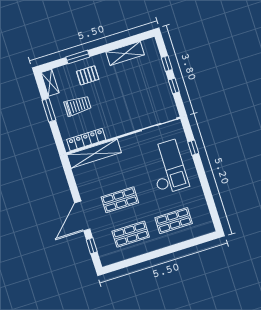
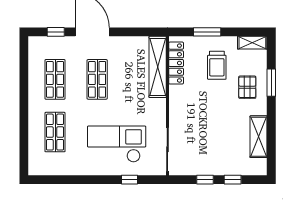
window: (49, 110) -> (207, 32), moved
checkout: (168, 167) -> (117, 144), turned 180

